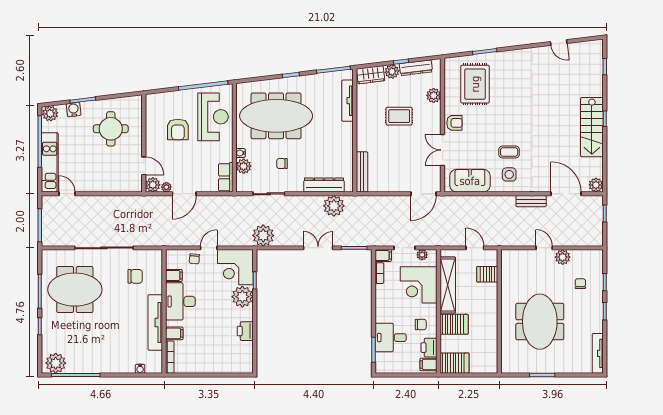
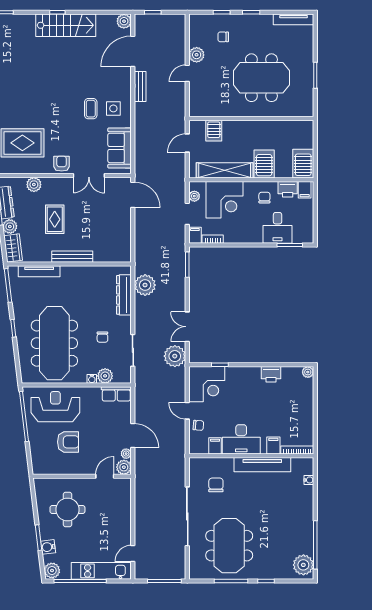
bench: (362, 172) -> (72, 257), moved
double door: (318, 248) -> (187, 327), moved
plant: (242, 297) -> (308, 372), moved, width x0.53, depth x0.53

